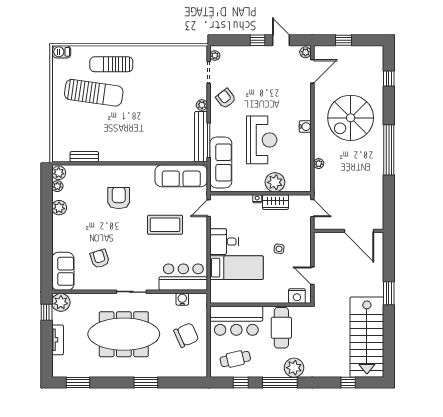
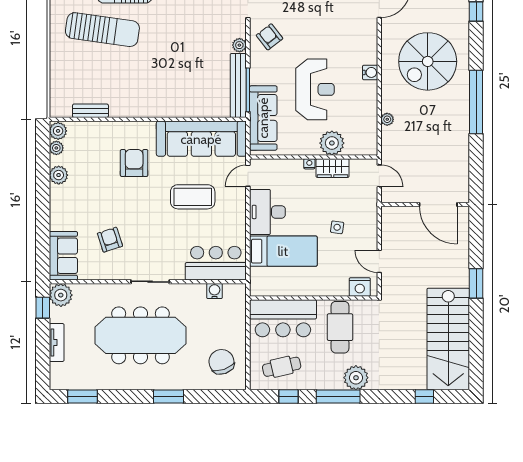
sofa: (181, 176) -> (201, 139), width x1.36, depth x1.27
desk: (224, 242) -> (267, 212), width x1.37
chair: (186, 335) -> (221, 362), moved, turned -85

